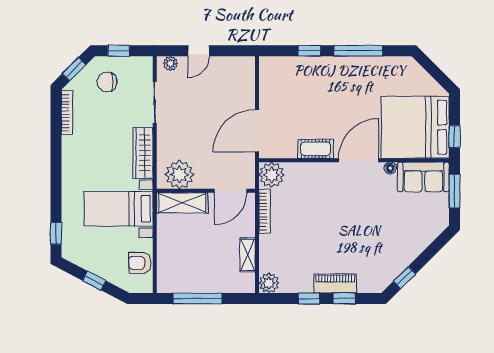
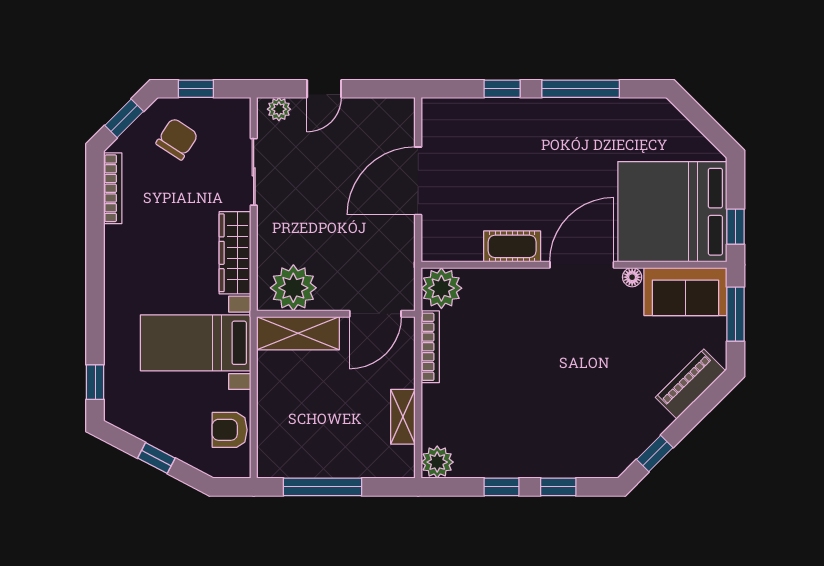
chair: (107, 82) -> (177, 139), turned 123
door: (257, 131) -> (418, 181), moved
piano: (335, 284) -> (690, 384), moved, turned -45

